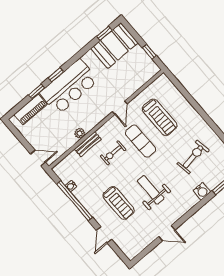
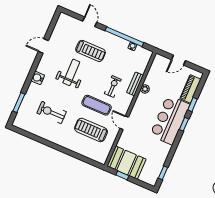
booth: (114, 46) -> (126, 163), moved, turned 90
exercise bike: (193, 157) -> (52, 112), turned 99
door: (38, 158) -> (178, 60), moved
weight bench: (151, 190) -> (71, 72), turned -90
water cooler: (202, 191) -> (38, 78), moved
treadmill: (119, 203) -> (91, 51), turned 180

